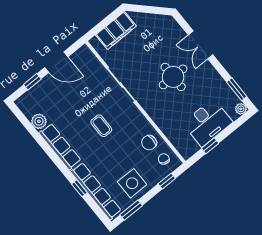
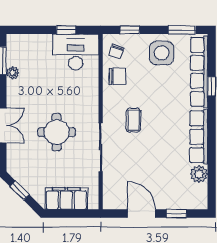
window: (153, 10) -> (20, 190), added
round table: (173, 77) -> (57, 132), moved
plant: (241, 109) -> (13, 73), moved
desk: (208, 123) -> (76, 52), moved
coffee table: (101, 126) -> (134, 120), moved

